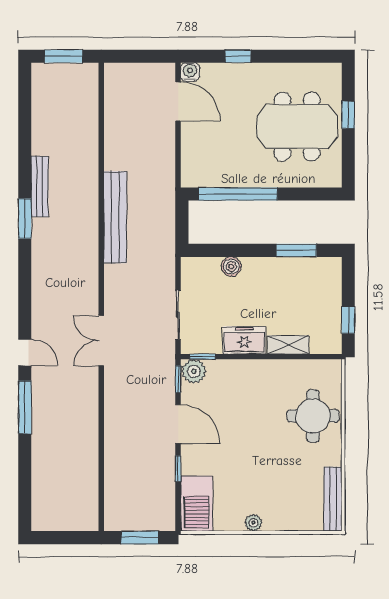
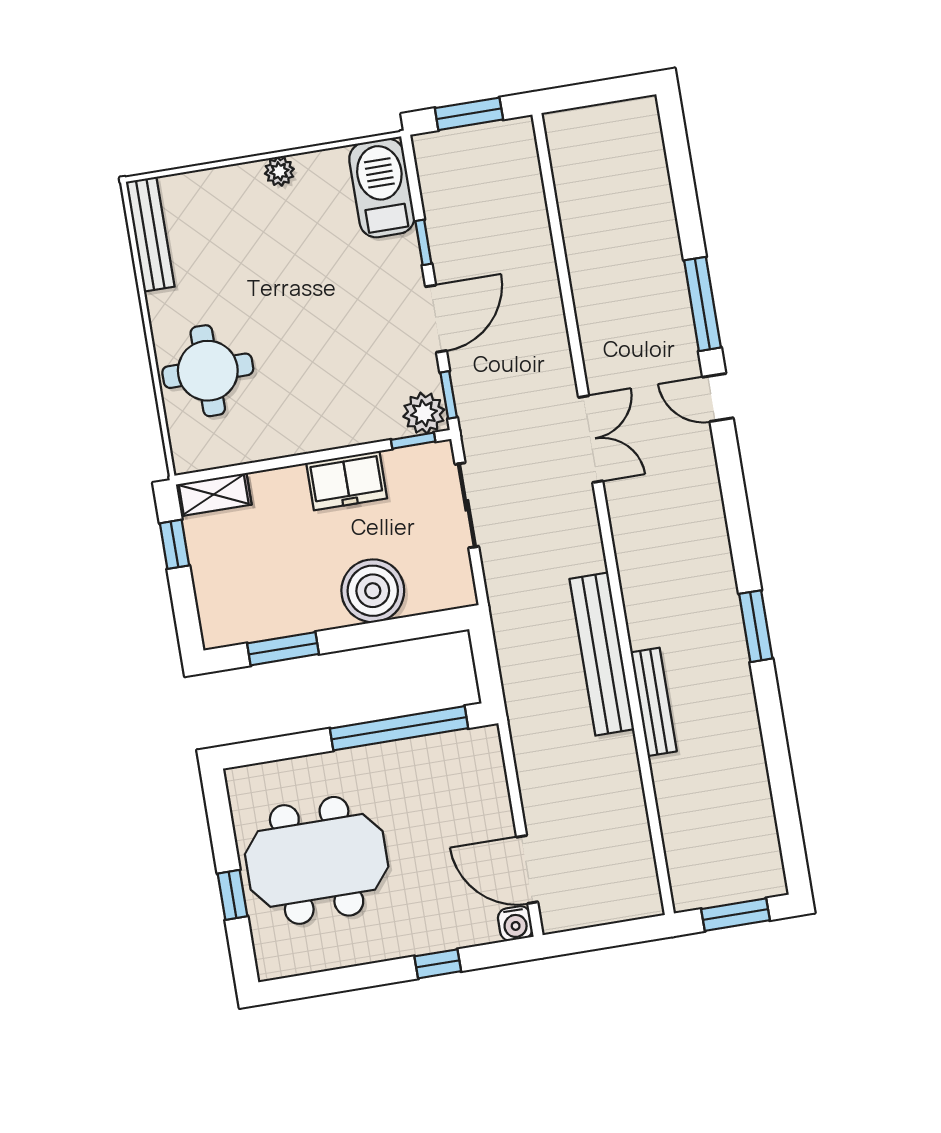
bench: (40, 187) -> (654, 702), moved
boiler: (231, 267) -> (373, 591), width x1.86, depth x1.86
shelving: (288, 345) -> (214, 494), moved
door: (178, 424) -> (436, 319), swing flipped

